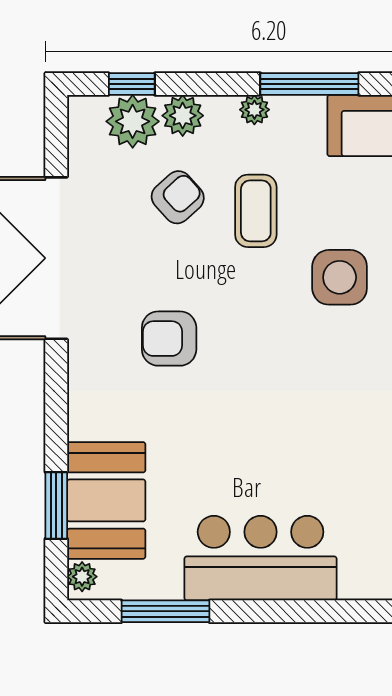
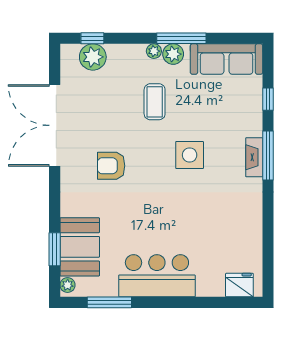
plant: (183, 116) -> (173, 54), moved
armchair: (178, 197) -> (115, 95), removed
side table: (340, 277) -> (190, 155), moved

